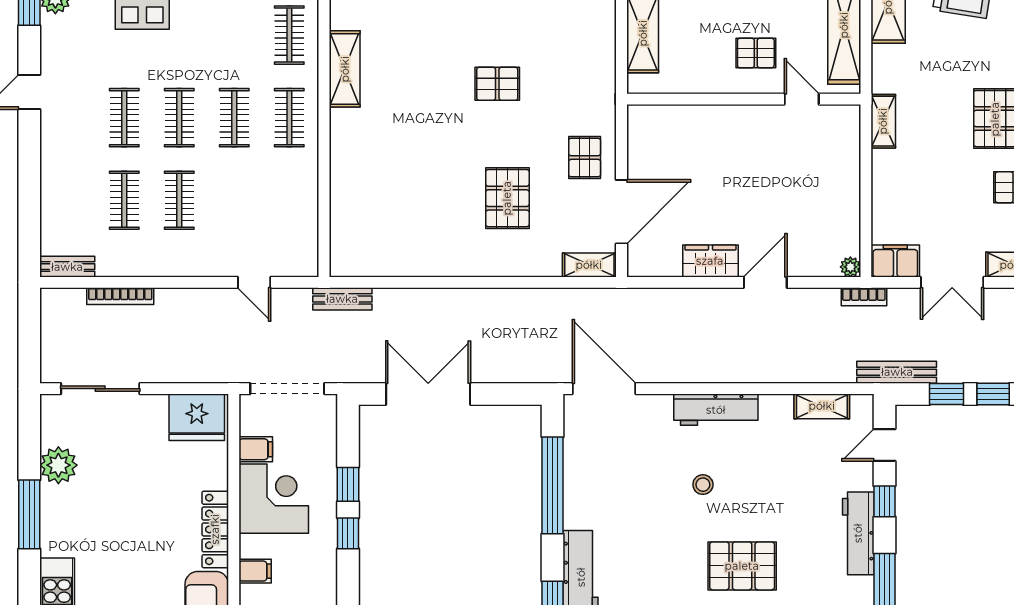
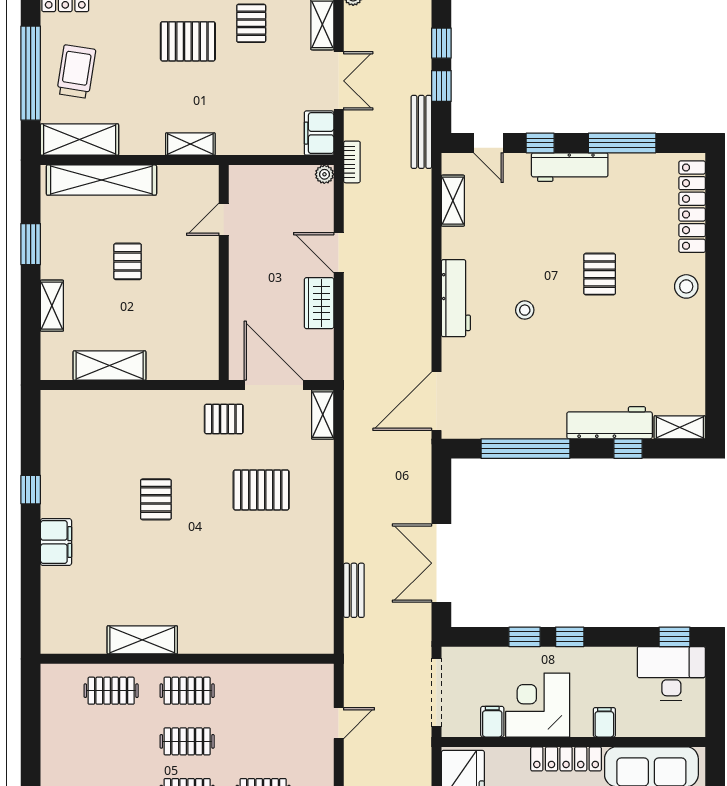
wall: (744, 99) -> (224, 273), moved
door: (802, 99) -> (224, 219), moved
bench: (342, 299) -> (354, 590), moved
pallet: (742, 566) -> (600, 274), width x0.67, depth x0.71

